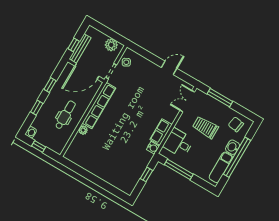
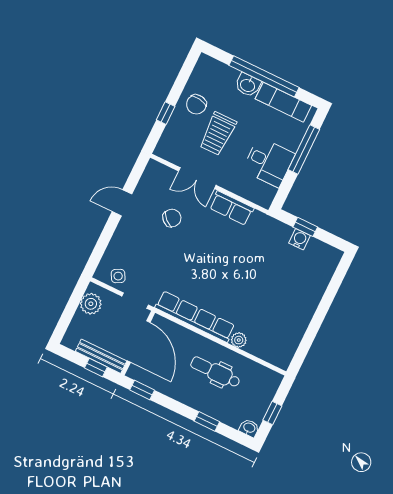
door: (169, 68) -> (122, 203), hinge flipped
window: (50, 85) -> (142, 390), moved
chair: (158, 96) -> (172, 218), added
window: (220, 98) -> (166, 113), width x0.46
double door: (187, 101) -> (197, 178), moved
chair: (236, 124) -> (196, 104), moved
desk: (178, 143) -> (269, 162), moved, turned -90
water cooler: (153, 148) -> (300, 239), moved
window: (179, 169) -> (304, 149), moved

